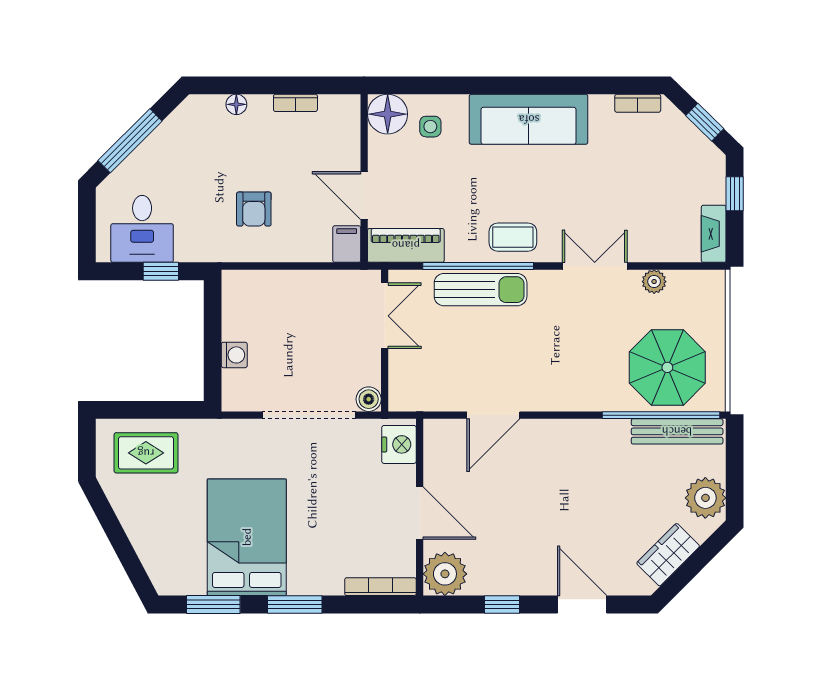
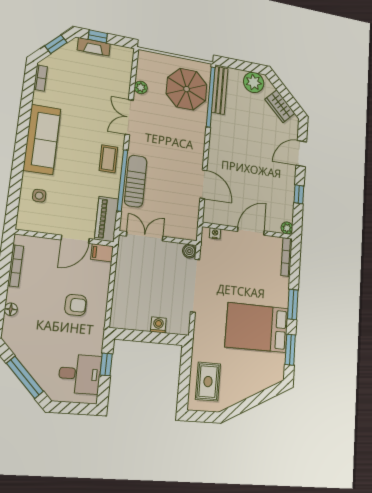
bookcase: (295, 103) -> (16, 266), width x1.56
floor lamp: (388, 114) -> (29, 219), removed
fireplace: (714, 234) -> (94, 47), moved
nightstand: (399, 444) -> (215, 233), width x0.53, depth x0.56
plant: (445, 574) -> (287, 228), width x0.53, depth x0.53

